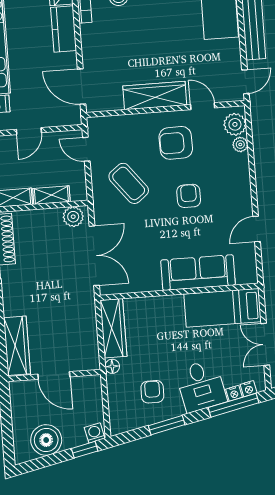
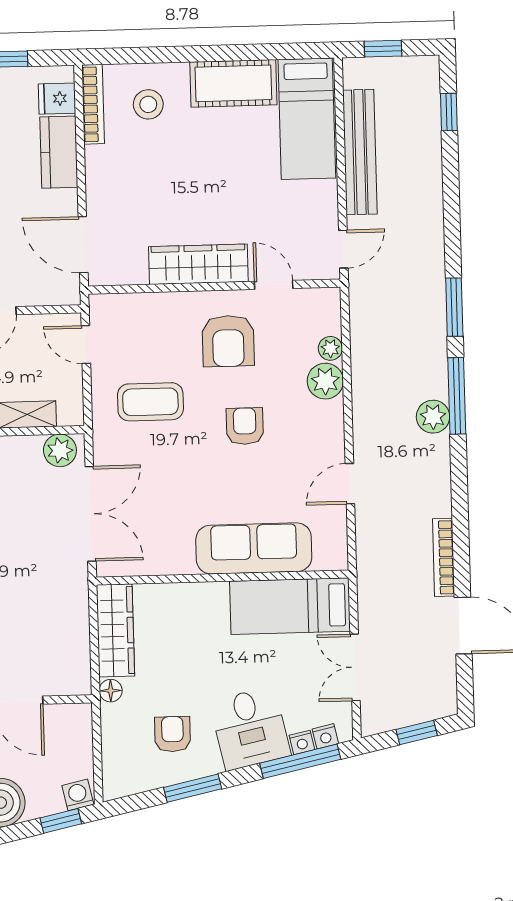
plant: (235, 124) -> (325, 381), moved
armchair: (176, 143) -> (228, 341), turned -89
coffee table: (129, 183) -> (150, 402), turned -52

